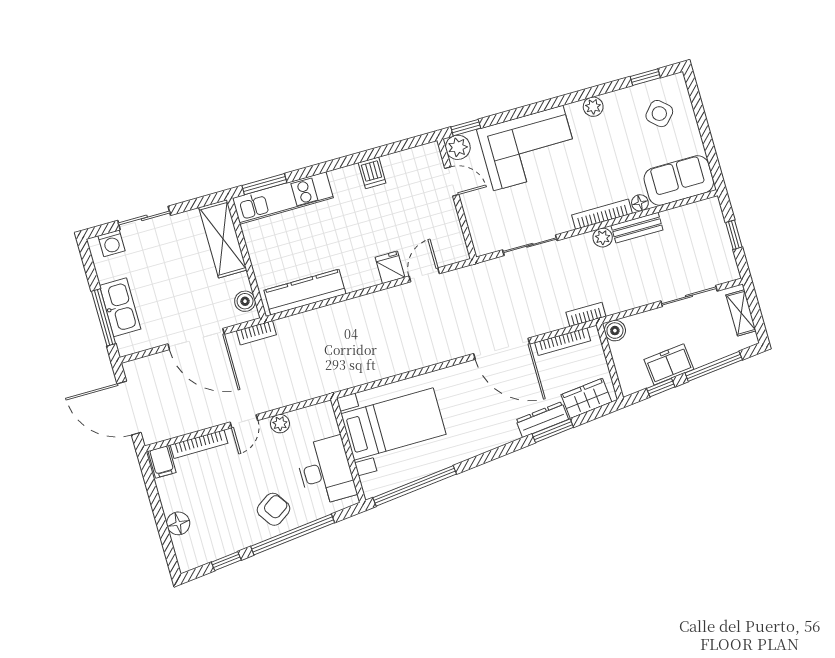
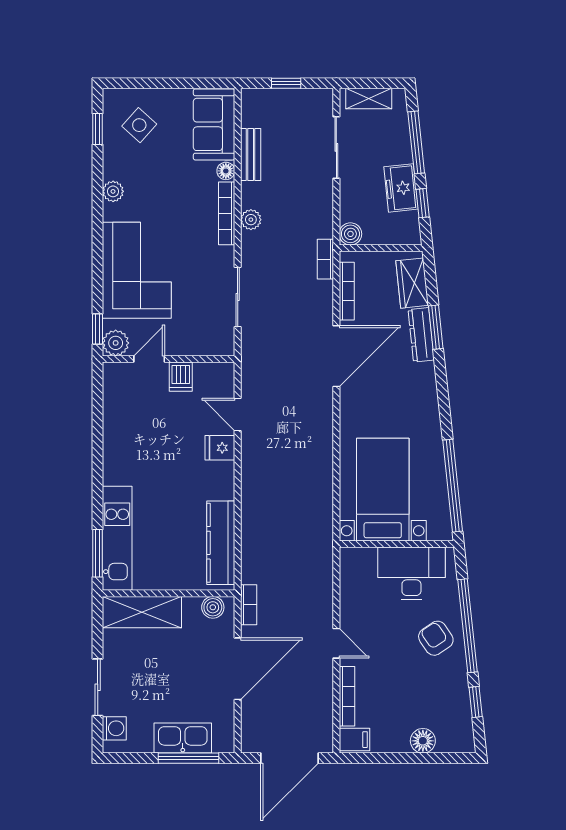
dishwasher: (372, 173) -> (181, 377), moved, turned 90
bench: (637, 228) -> (251, 154), moved
plant: (280, 424) -> (349, 607), removed

